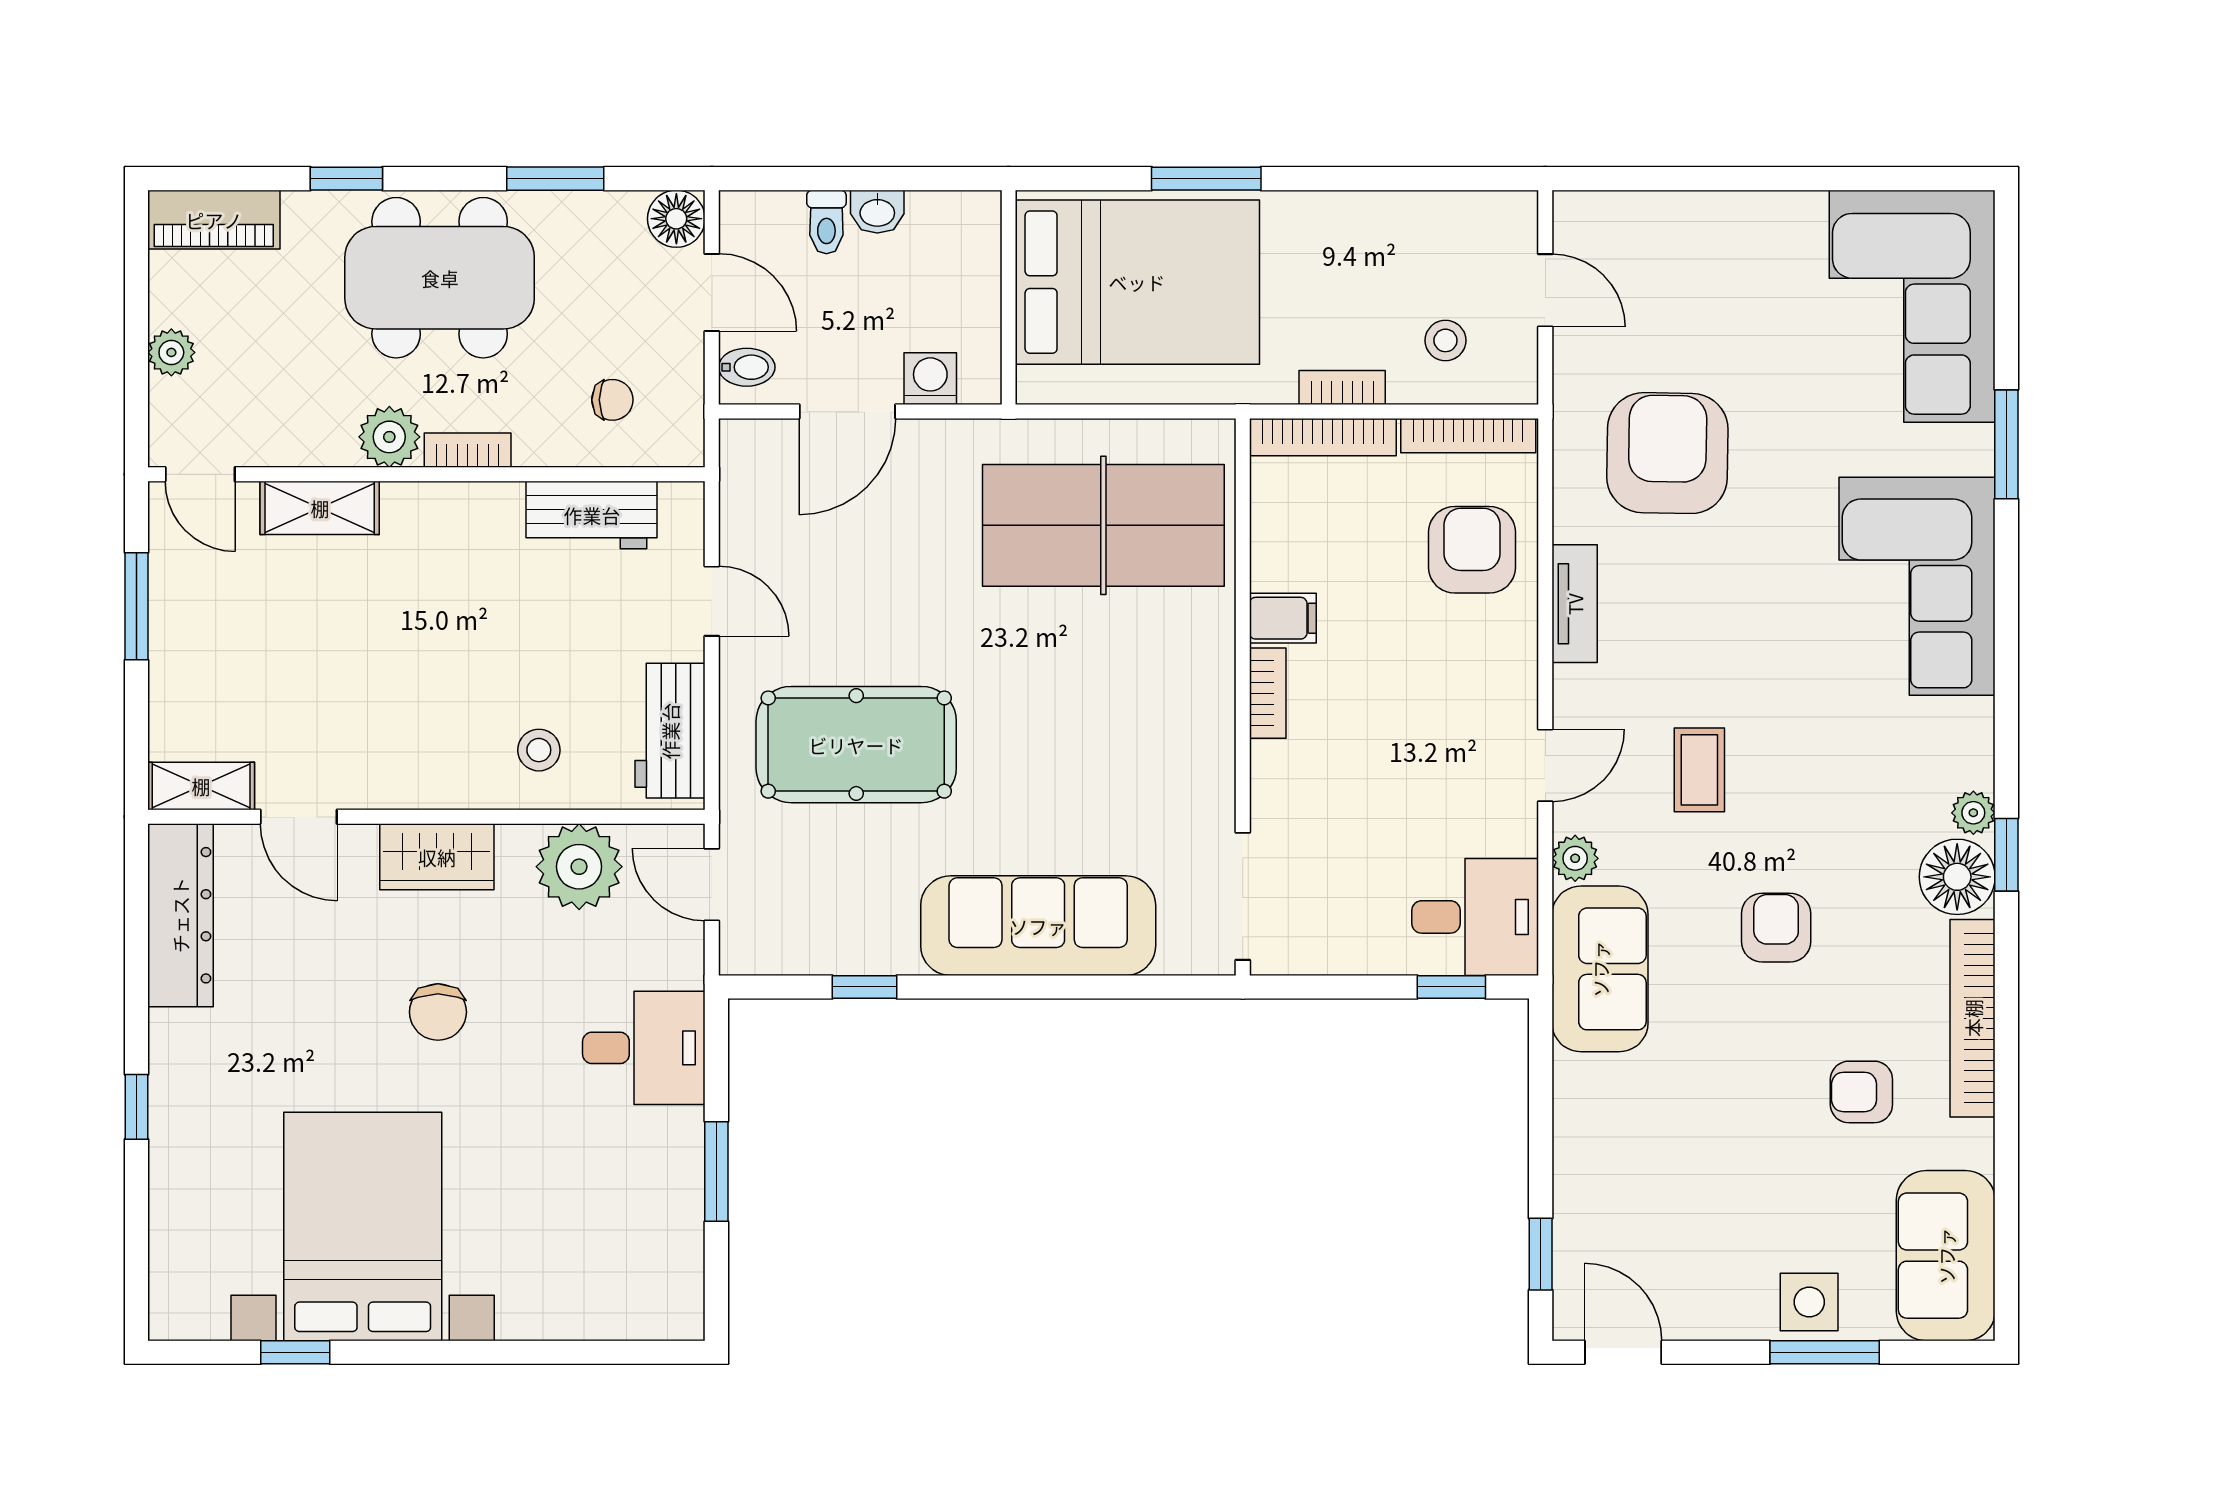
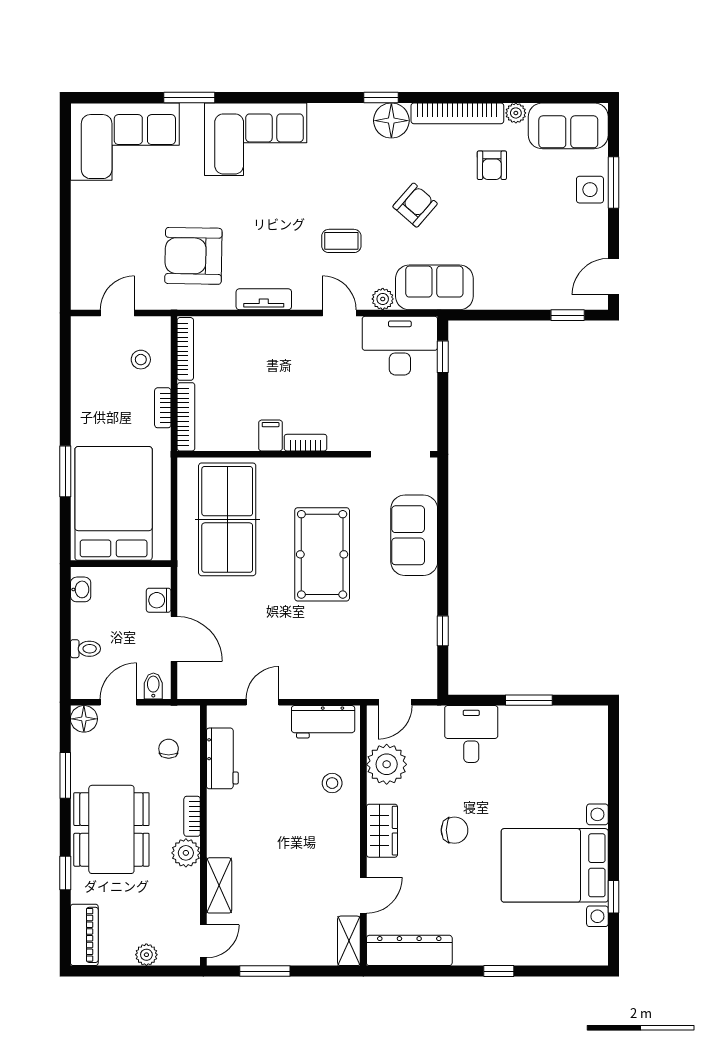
washbasin: (877, 212) -> (81, 589), moved
armchair: (1472, 550) -> (239, 347), removed
pool table: (856, 745) -> (322, 554), moved
plant: (1973, 813) -> (516, 113), moved
desk: (1475, 917) -> (400, 346), width x1.37
sofa: (1038, 926) -> (414, 535), width x0.73
armchair: (1776, 928) -> (415, 205), turned 131

